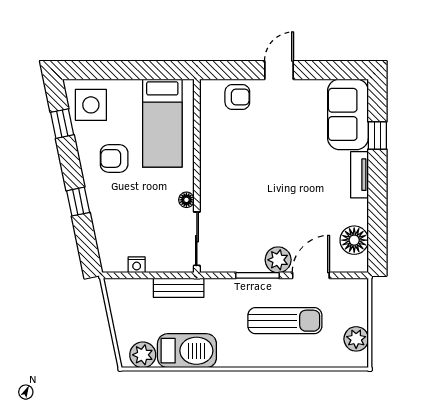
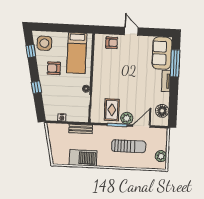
door: (279, 70) -> (131, 31), hinge flipped
window: (377, 135) -> (175, 63), width x2.17
rug: (245, 243) -> (112, 110), added
plant: (143, 355) -> (63, 159), removed

